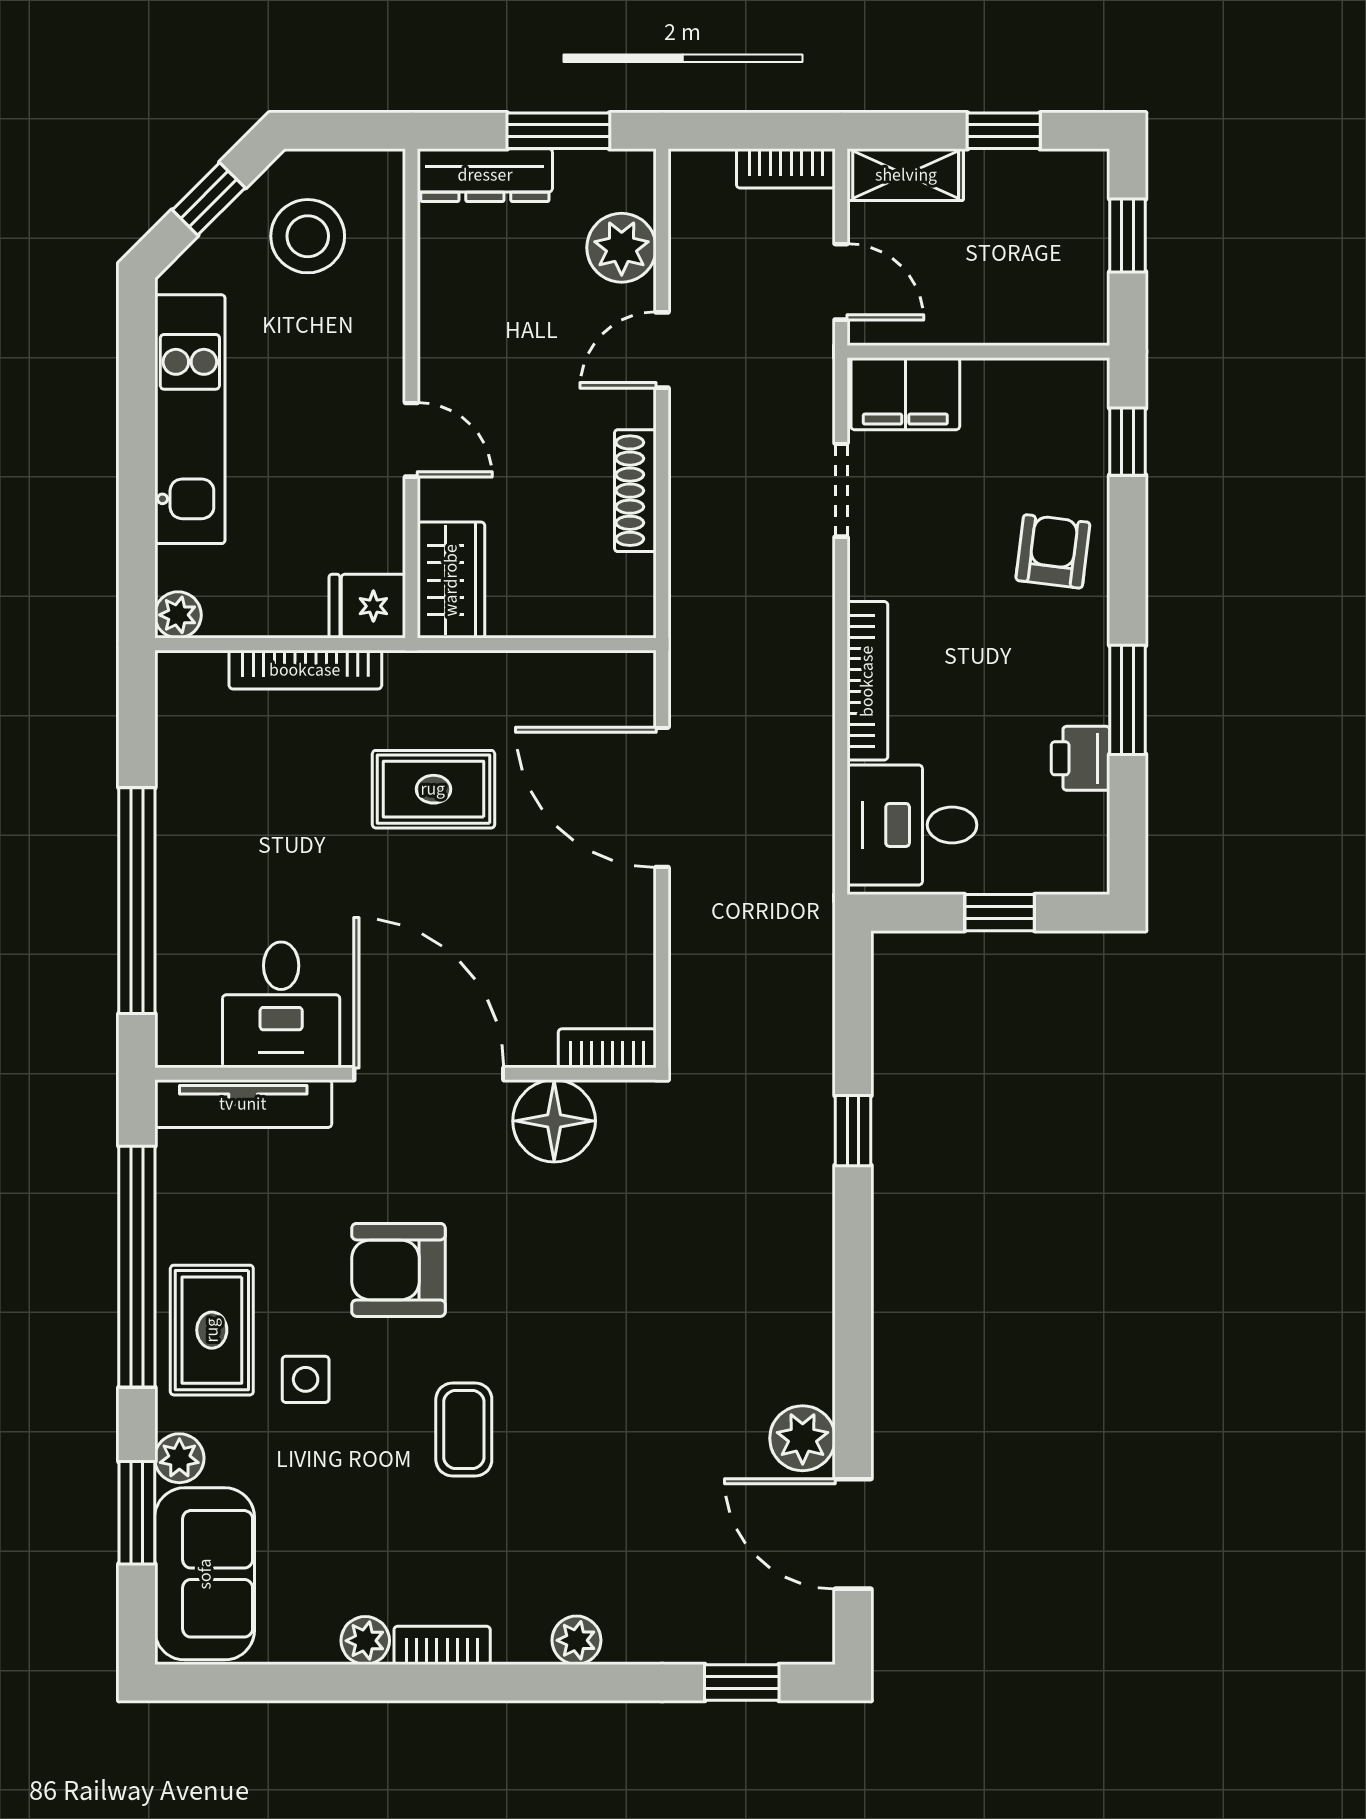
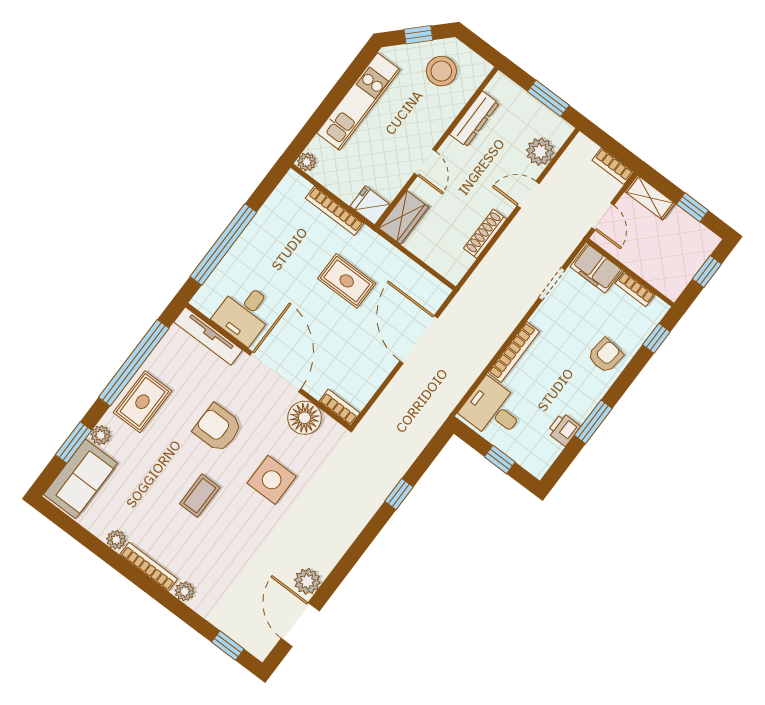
dresser: (485, 175) -> (474, 119), moved, turned -90
bookcase: (1012, 377) -> (635, 289), added
side table: (306, 1379) -> (272, 480), moved, width x1.87, depth x1.87
bookcase: (442, 1645) -> (149, 567), width x1.56

